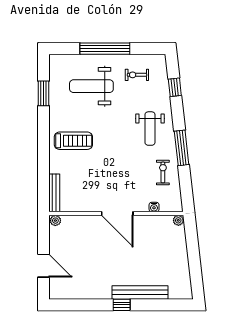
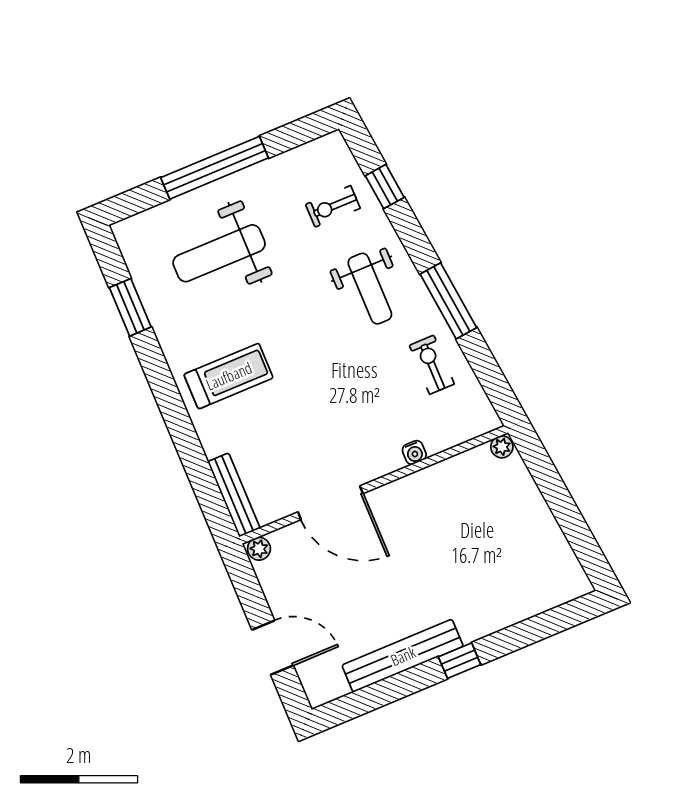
exercise bike: (137, 75) -> (333, 206), moved
water cooler: (154, 207) -> (414, 452), moved
door: (117, 214) -> (330, 503), moved
bench: (140, 292) -> (403, 656), moved

